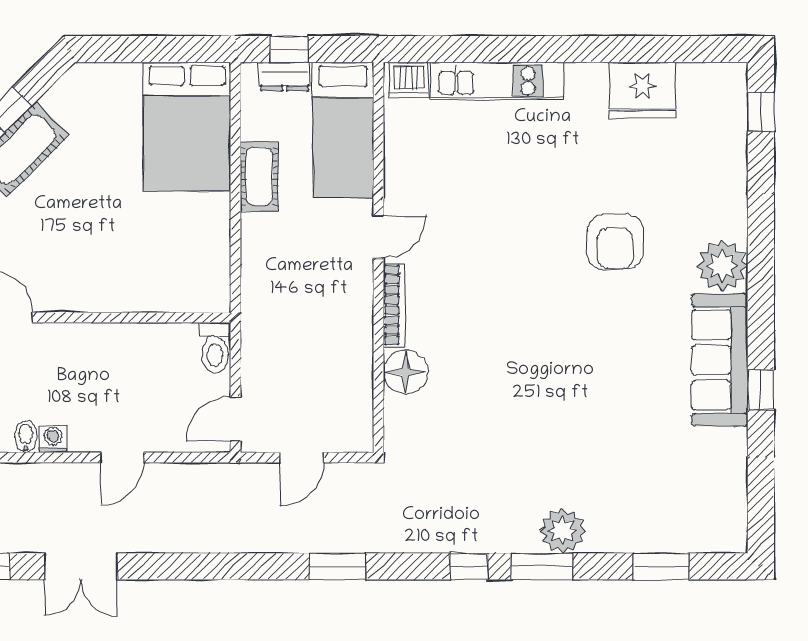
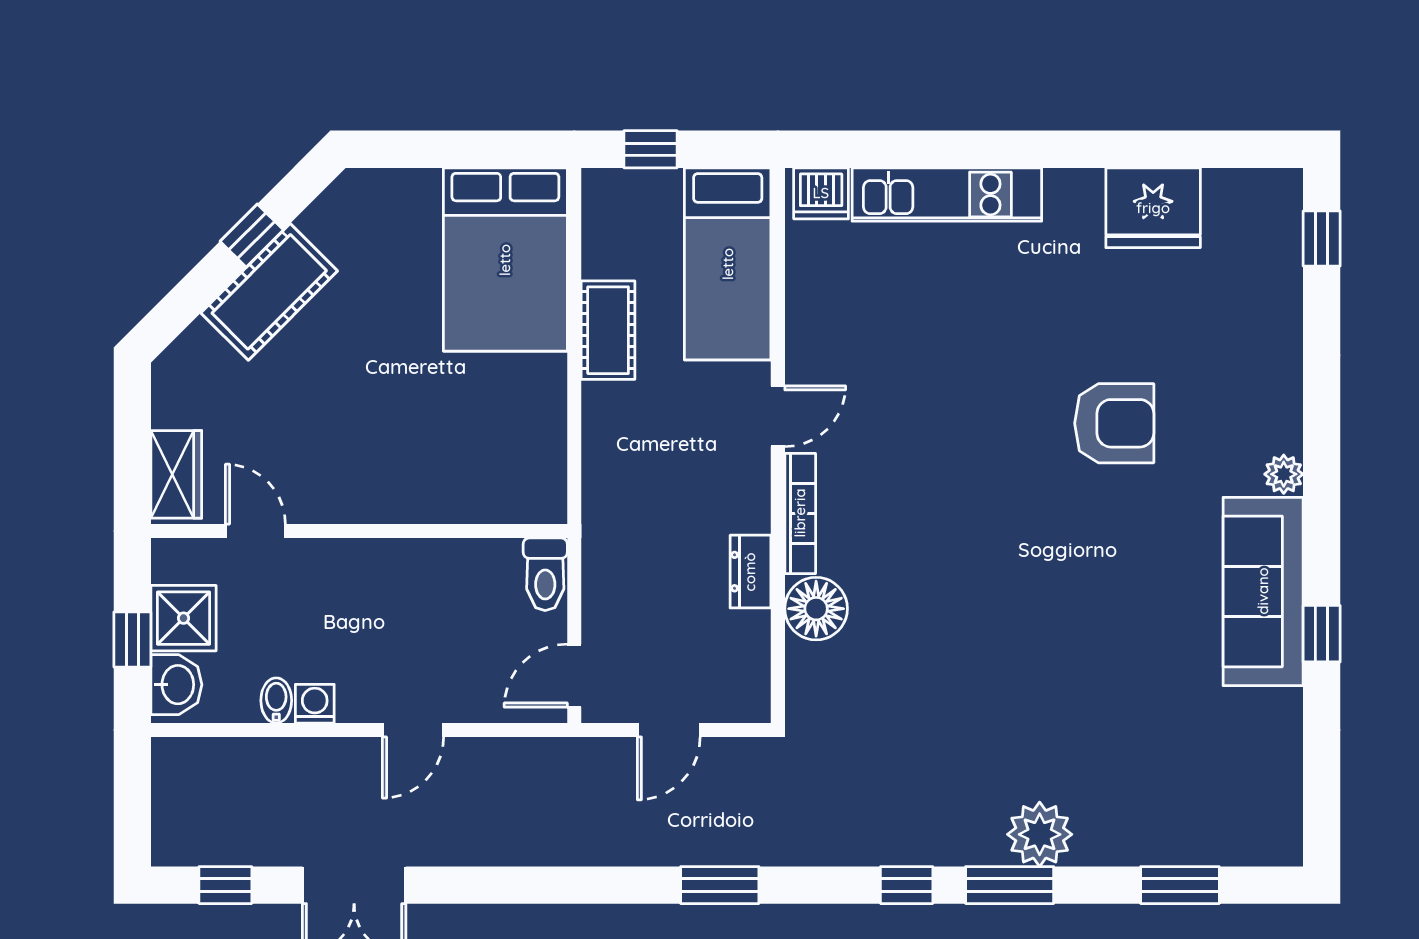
dresser: (285, 77) -> (750, 572), moved, turned 90
armchair: (615, 242) -> (1114, 423), turned -90
plant: (722, 266) -> (1284, 474), width x0.53, depth x0.53

